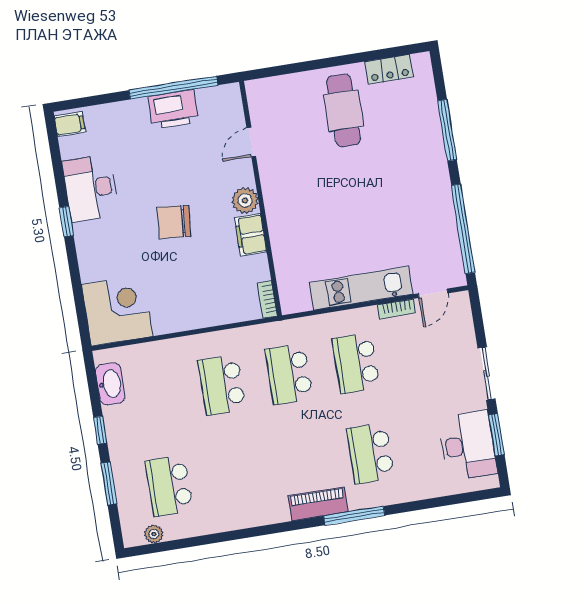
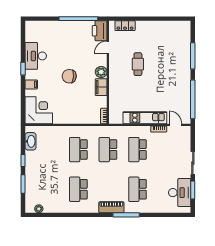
locker: (389, 69) -> (125, 26), moved
printer: (173, 109) -> (100, 31), moved, turned 90
cafe table: (344, 110) -> (138, 64), moved, width x0.73, depth x0.74
filing cabinet: (70, 124) -> (31, 84), moved
door: (433, 293) -> (175, 125), swing flipped
school desk: (169, 486) -> (78, 189), moved

